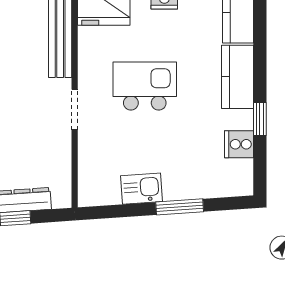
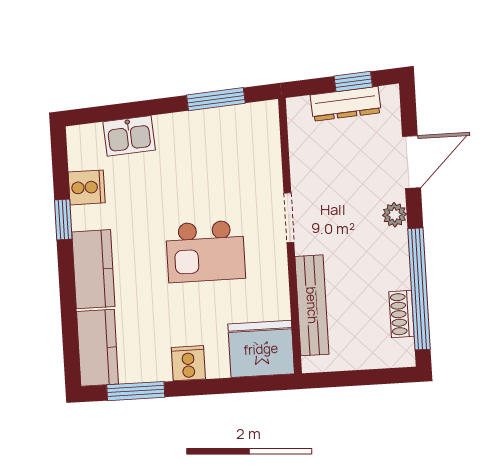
kitchen sink: (142, 189) -> (129, 136), moved
window: (180, 207) -> (216, 99), moved

